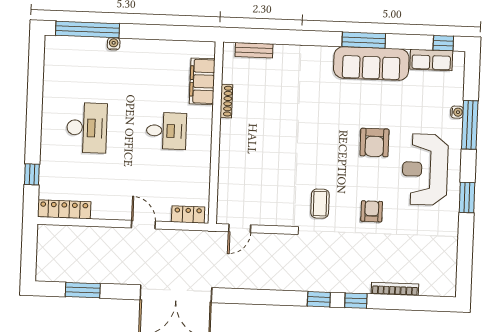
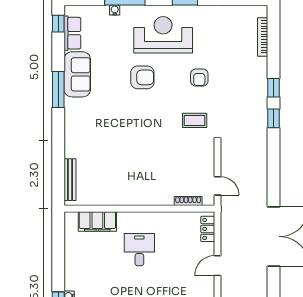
bench: (254, 50) -> (70, 180), width x1.36
sofa: (371, 63) -> (77, 74), width x0.73
shoe rack: (226, 101) -> (188, 201), moved
reception desk: (425, 169) -> (163, 35), turned 180
armchair: (372, 211) -> (199, 77), turned -90
bookcase: (395, 289) -> (263, 37), moved

